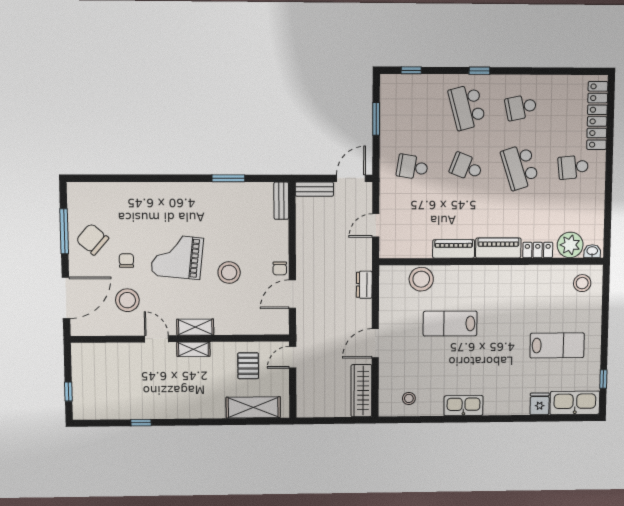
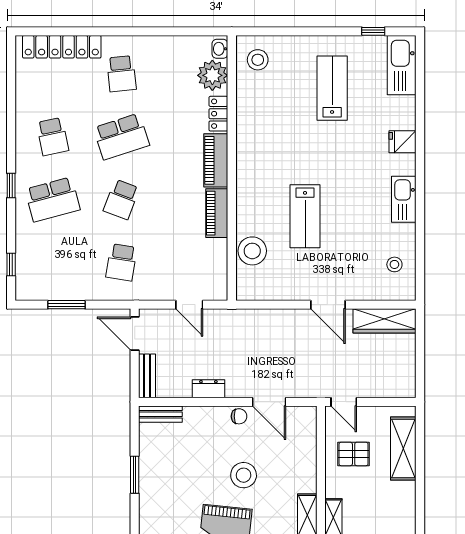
dresser: (364, 285) -> (208, 389), moved, turned 180
fridge: (540, 404) -> (403, 142), moved

